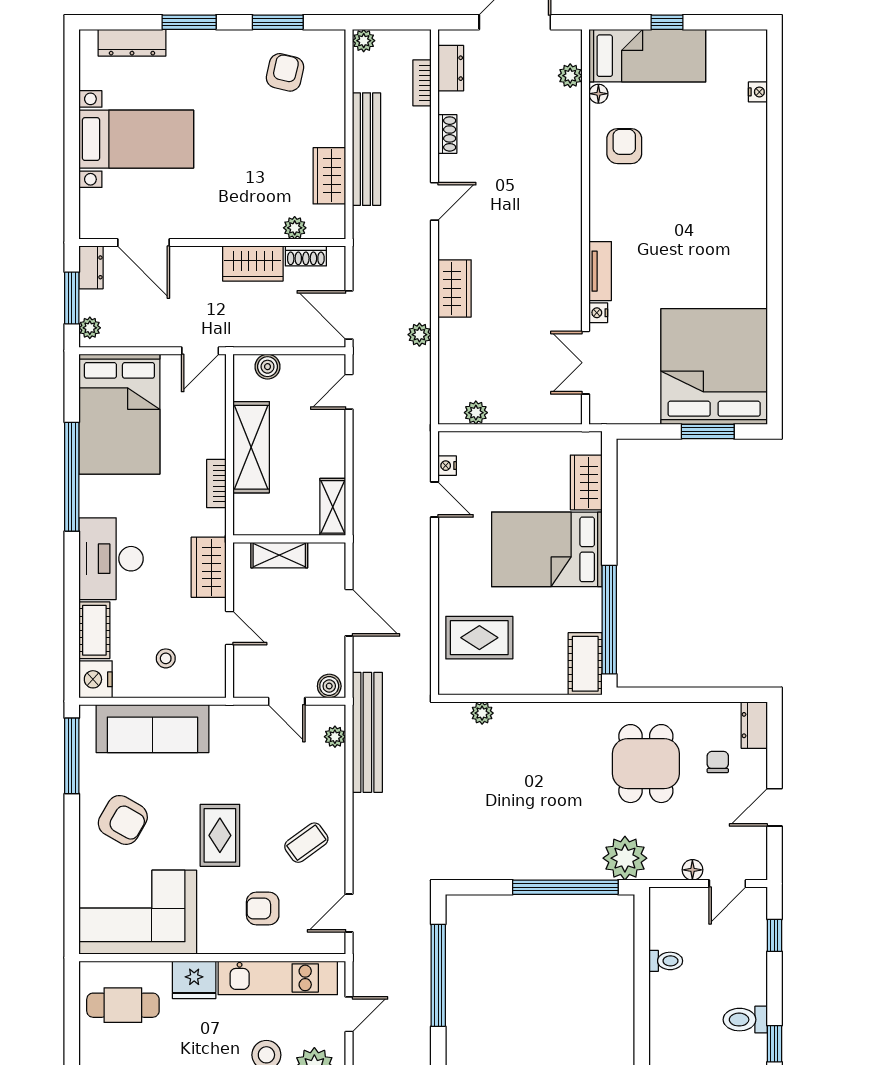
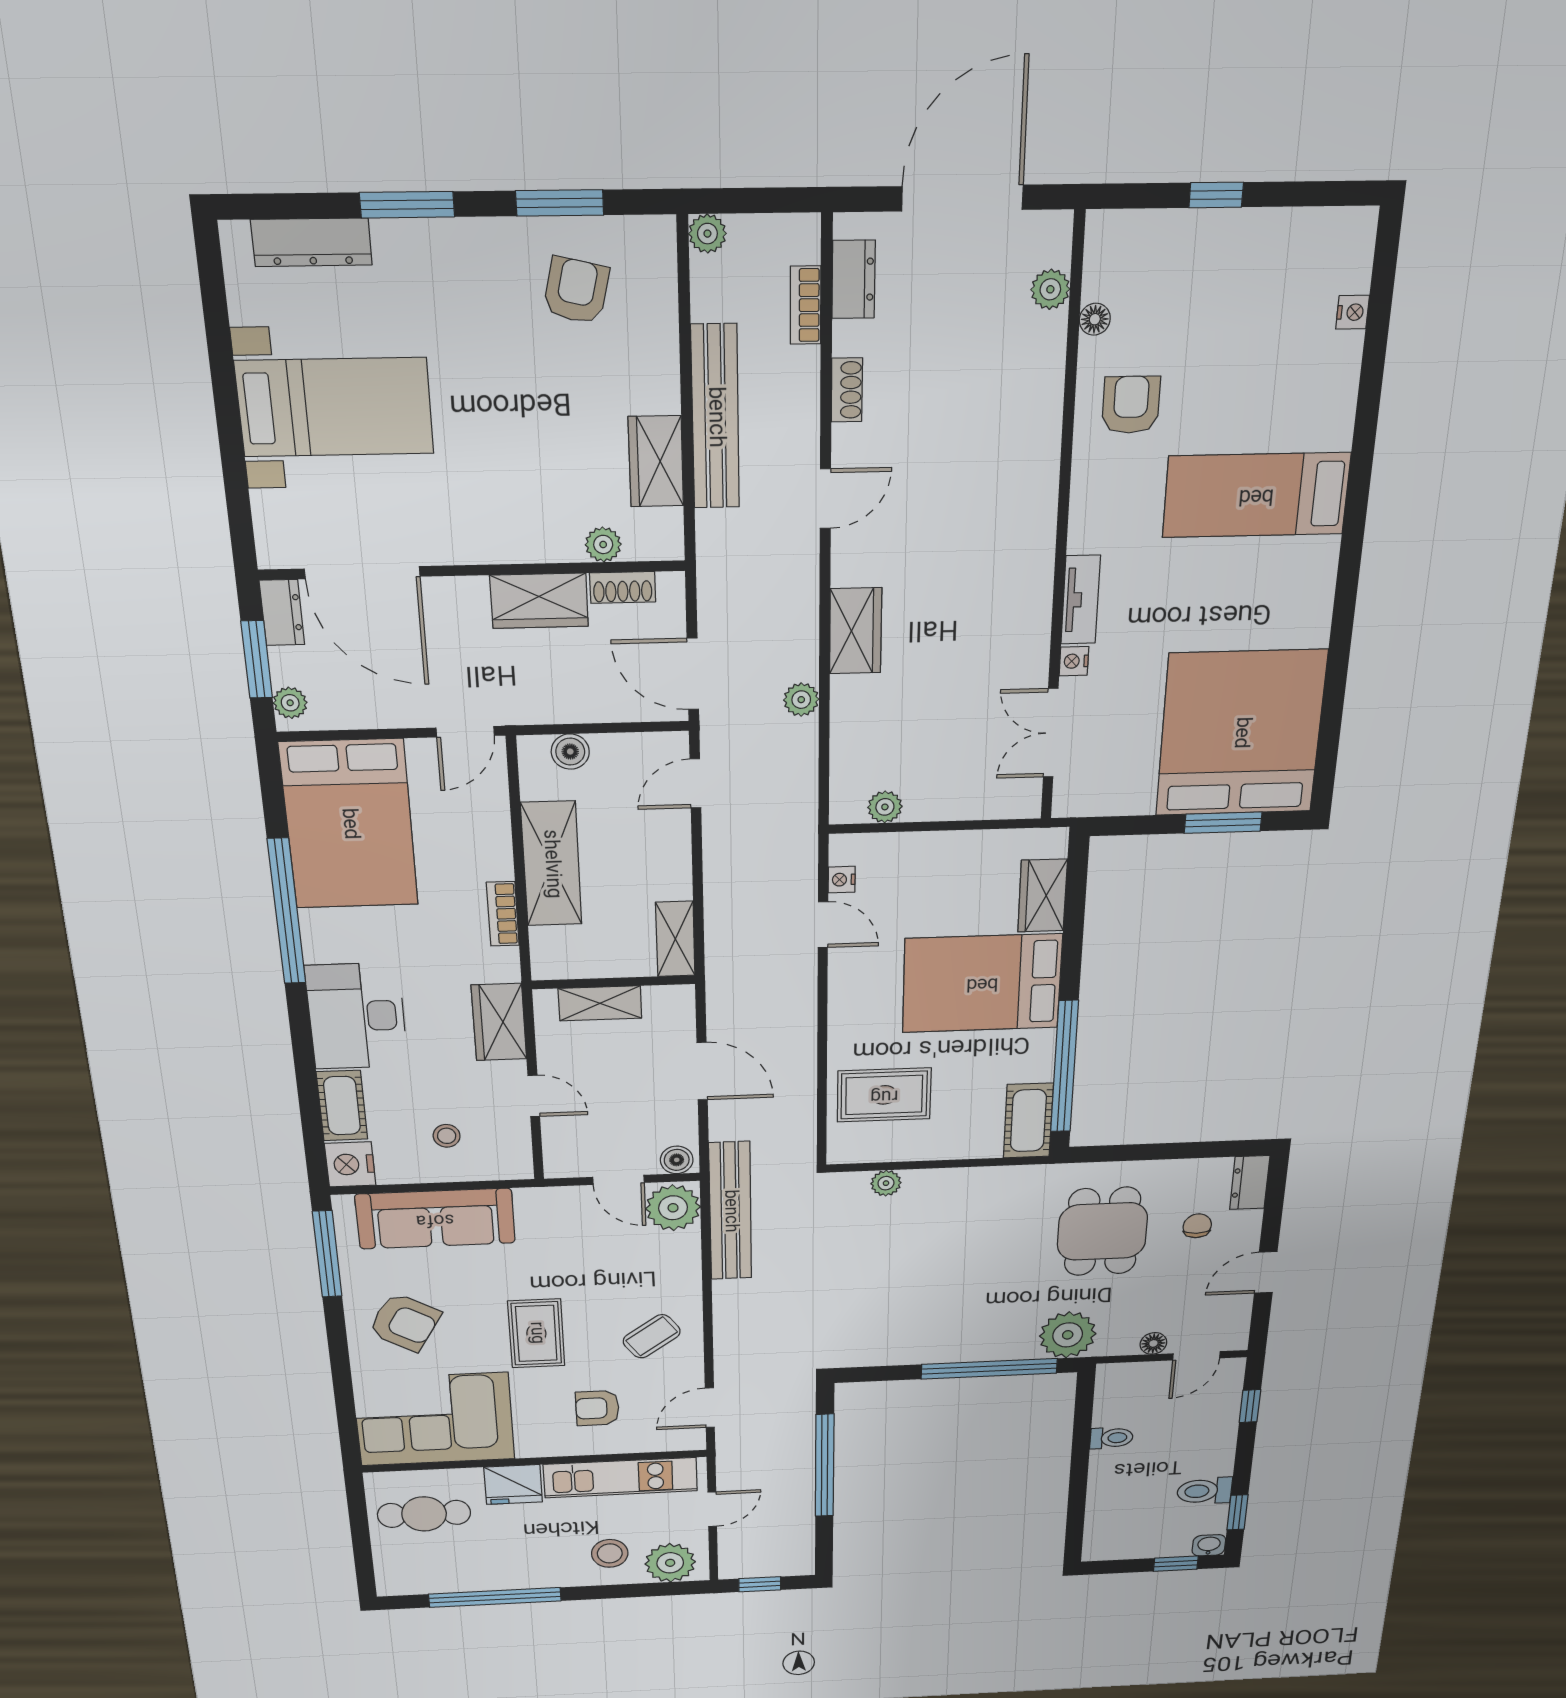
bed: (647, 56) -> (1256, 495), moved, turned 180
door: (144, 243) -> (362, 573), width x1.36
plant: (335, 737) -> (673, 1208), width x1.88, depth x1.88

